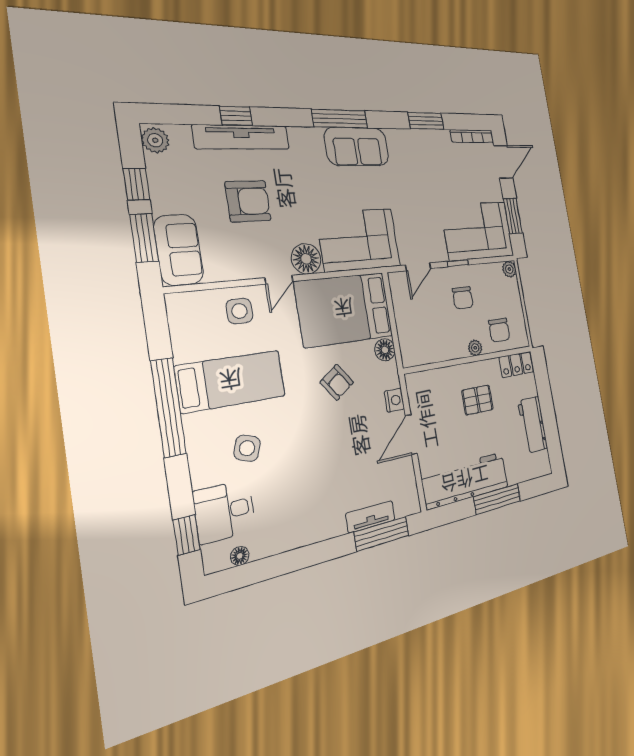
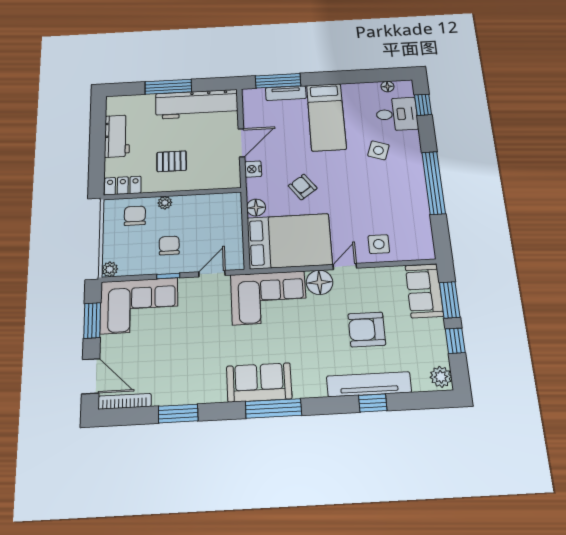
door: (503, 162) -> (91, 376), swing flipped
bed: (231, 381) -> (326, 117), moved, turned -90

